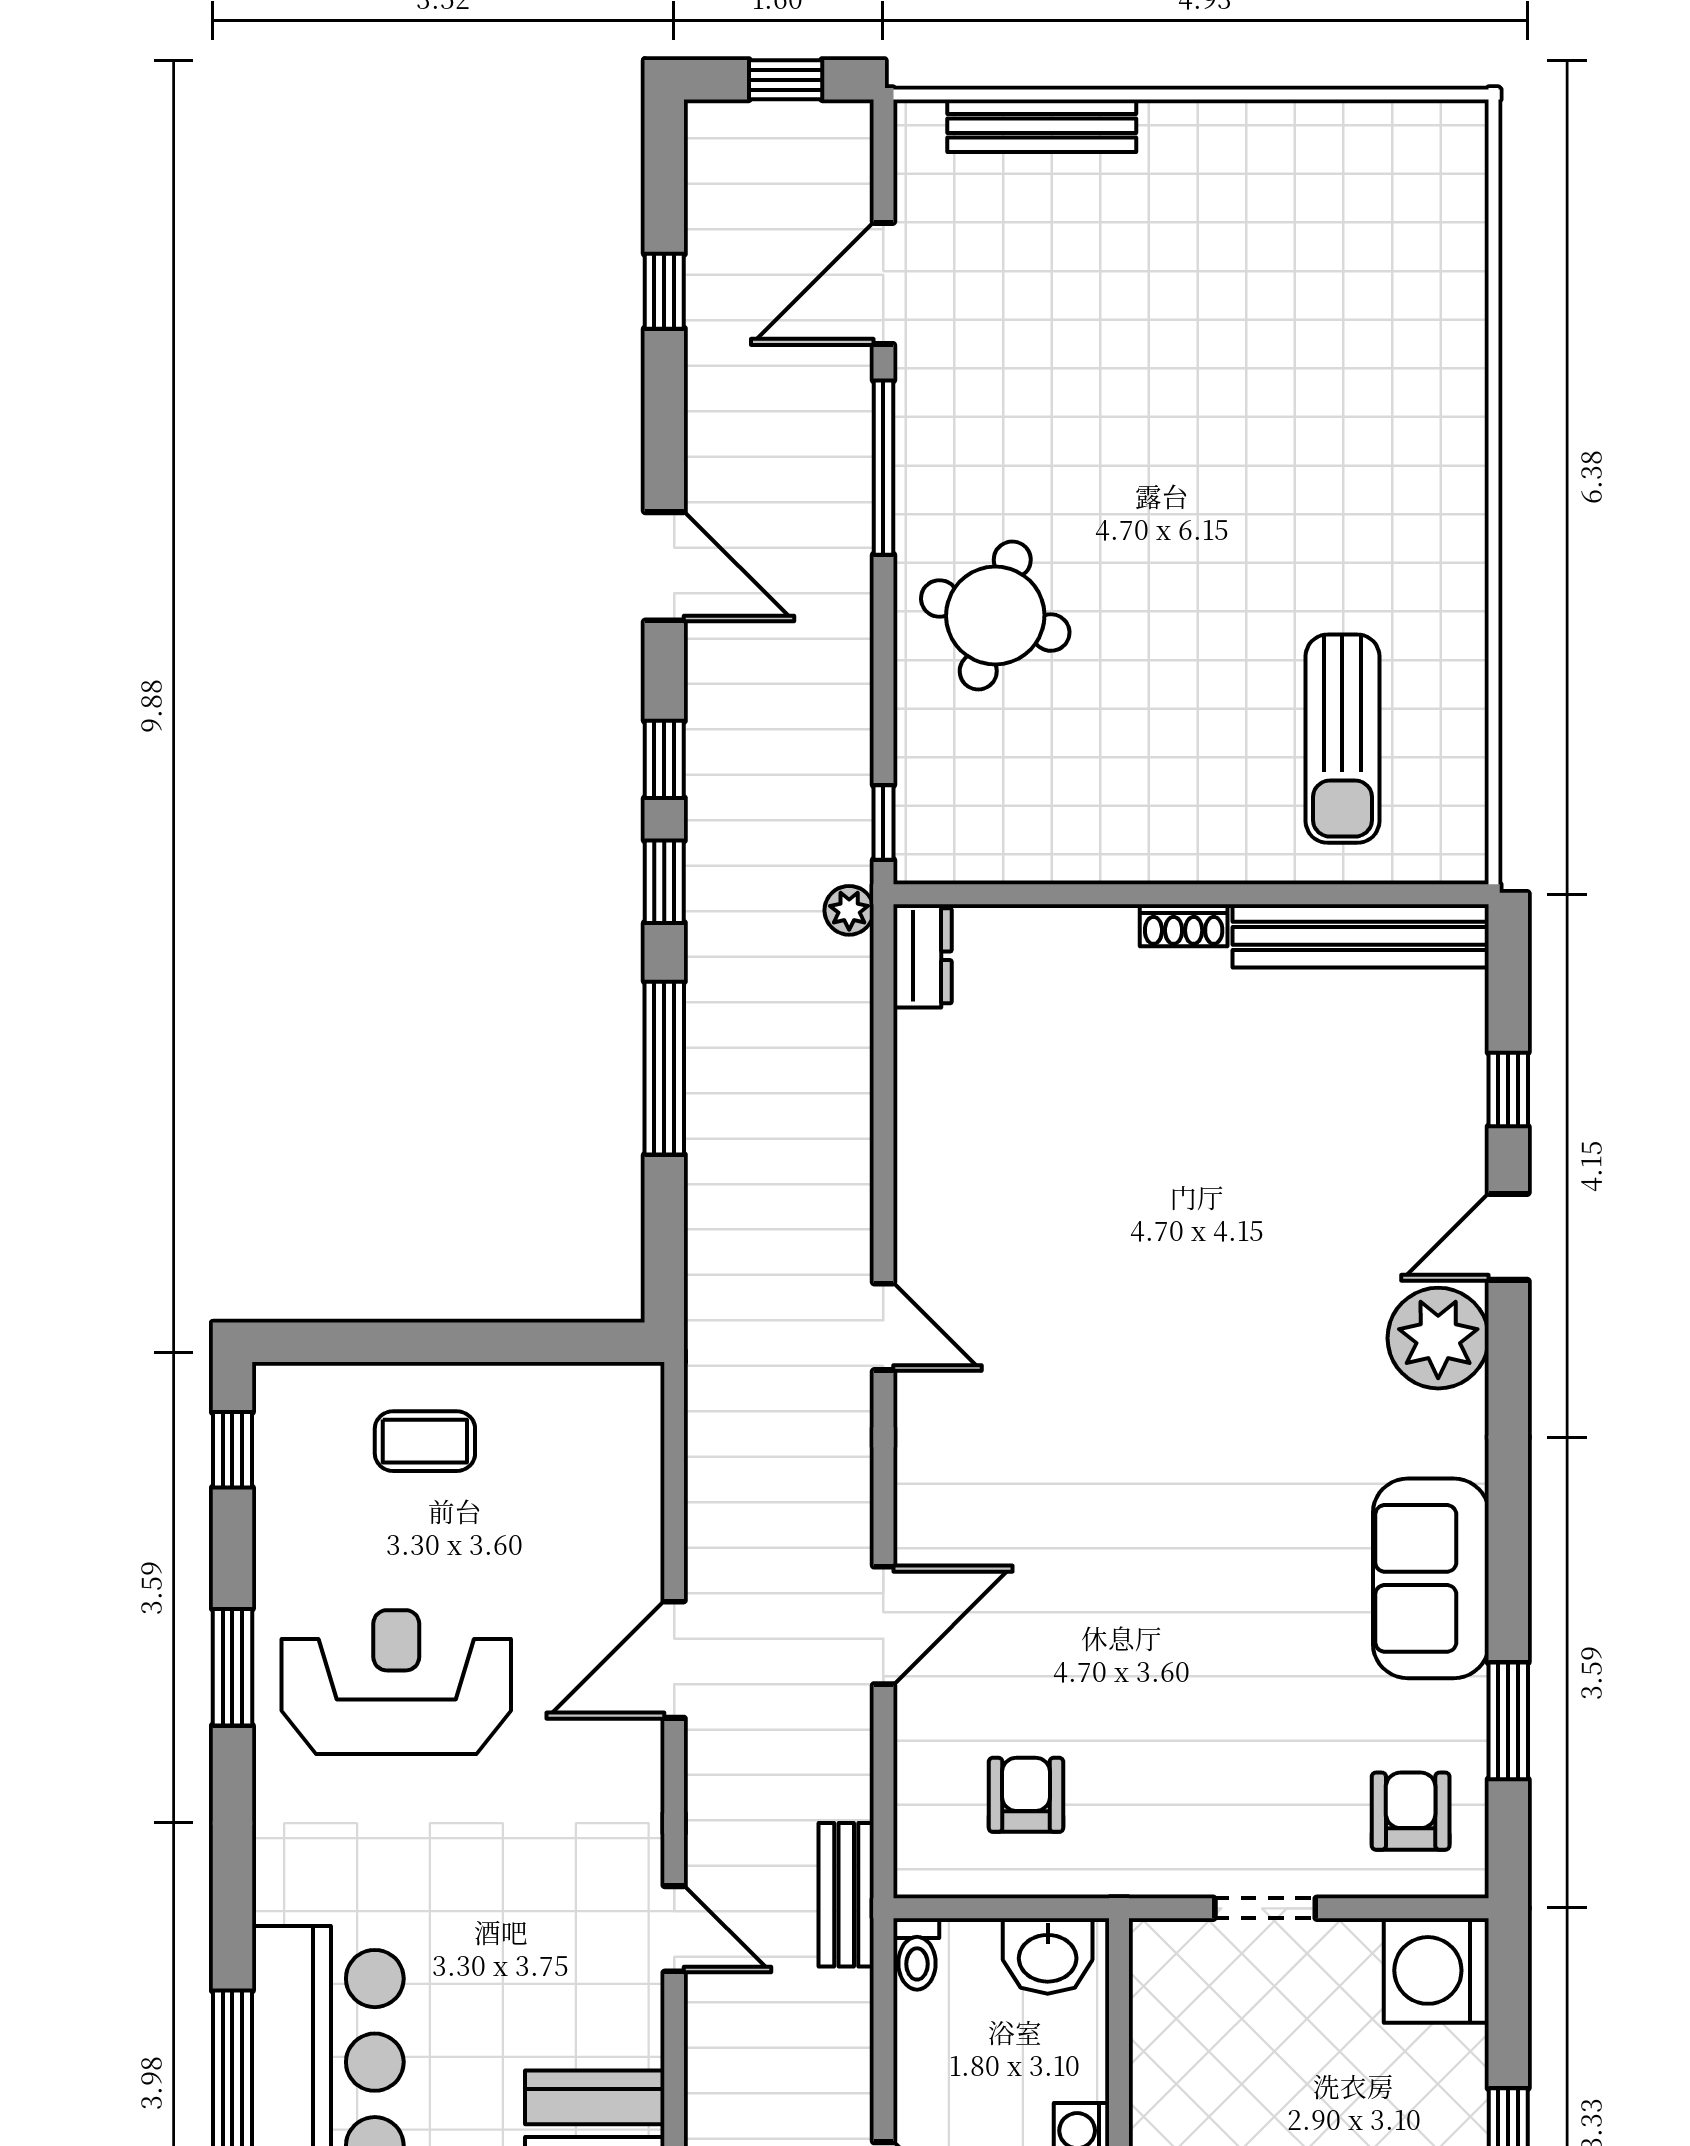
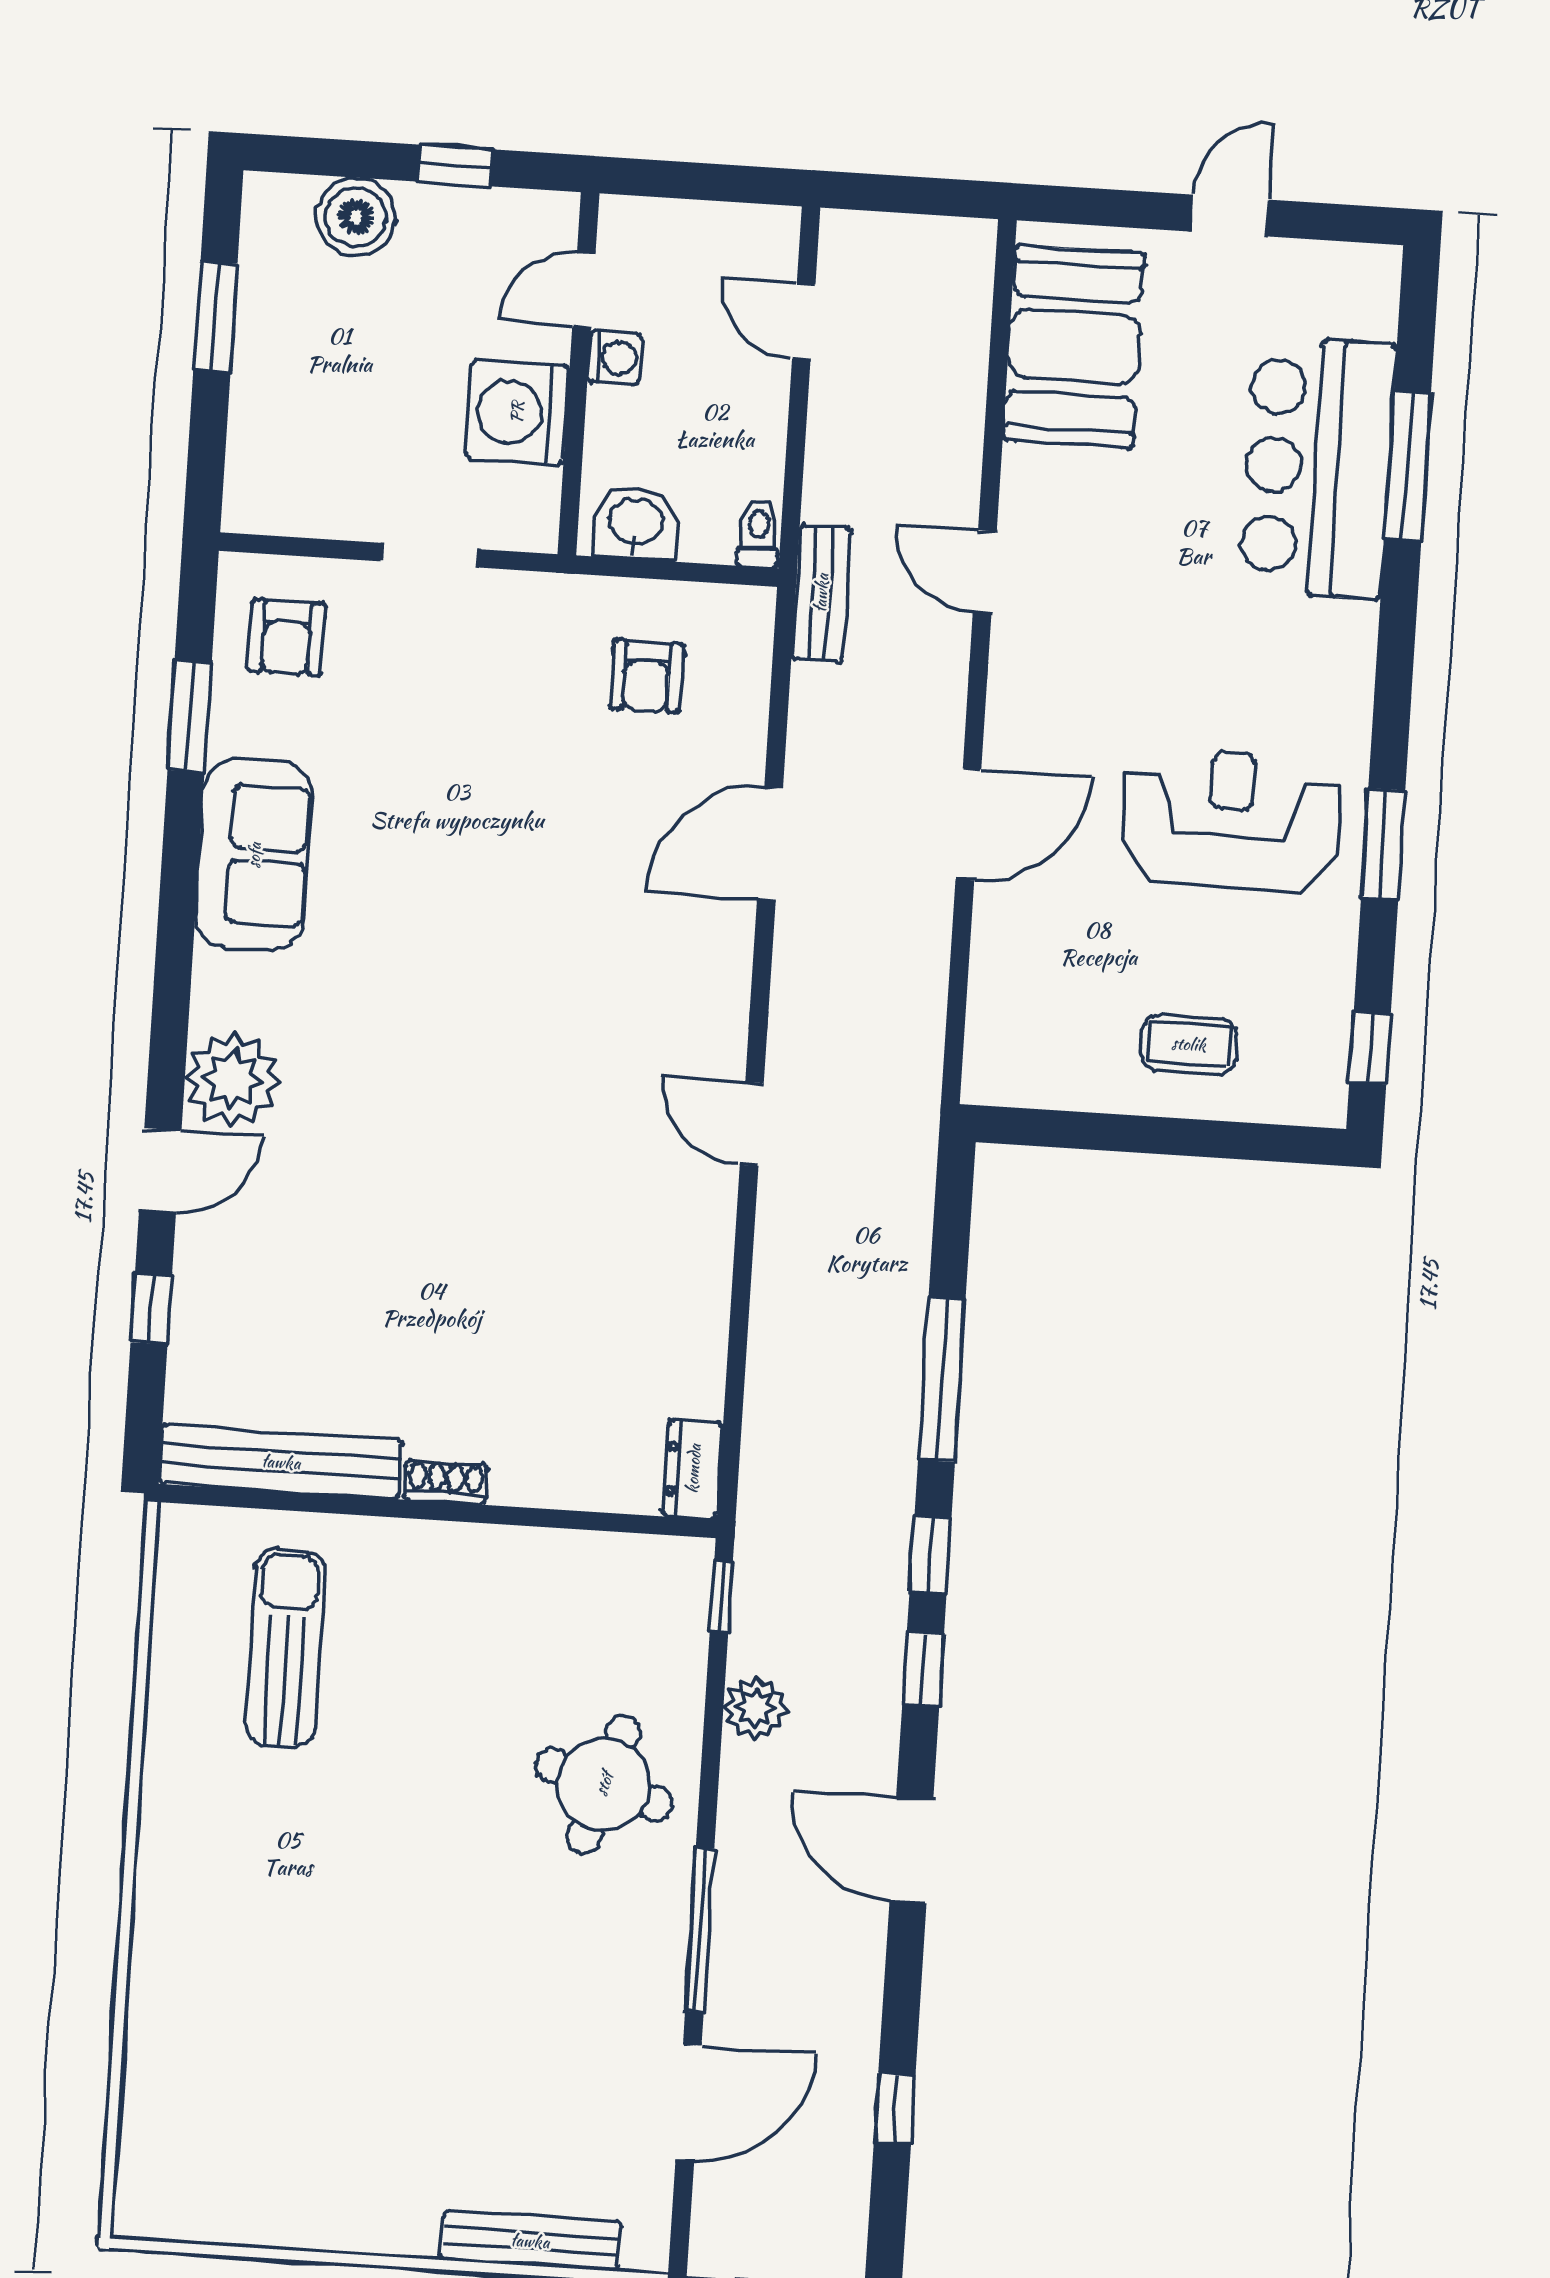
plant: (849, 910) -> (755, 1708), moved, width x1.38, depth x1.38
reception desk: (396, 1682) -> (1230, 820), turned 180
washing machine: (1436, 1970) -> (517, 412), moved, turned 180

